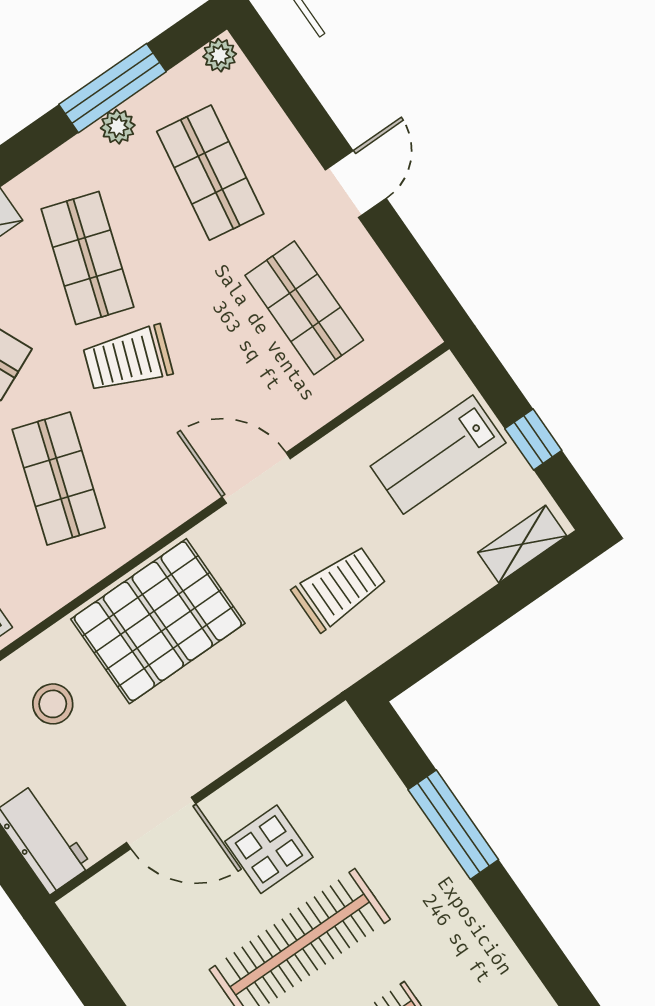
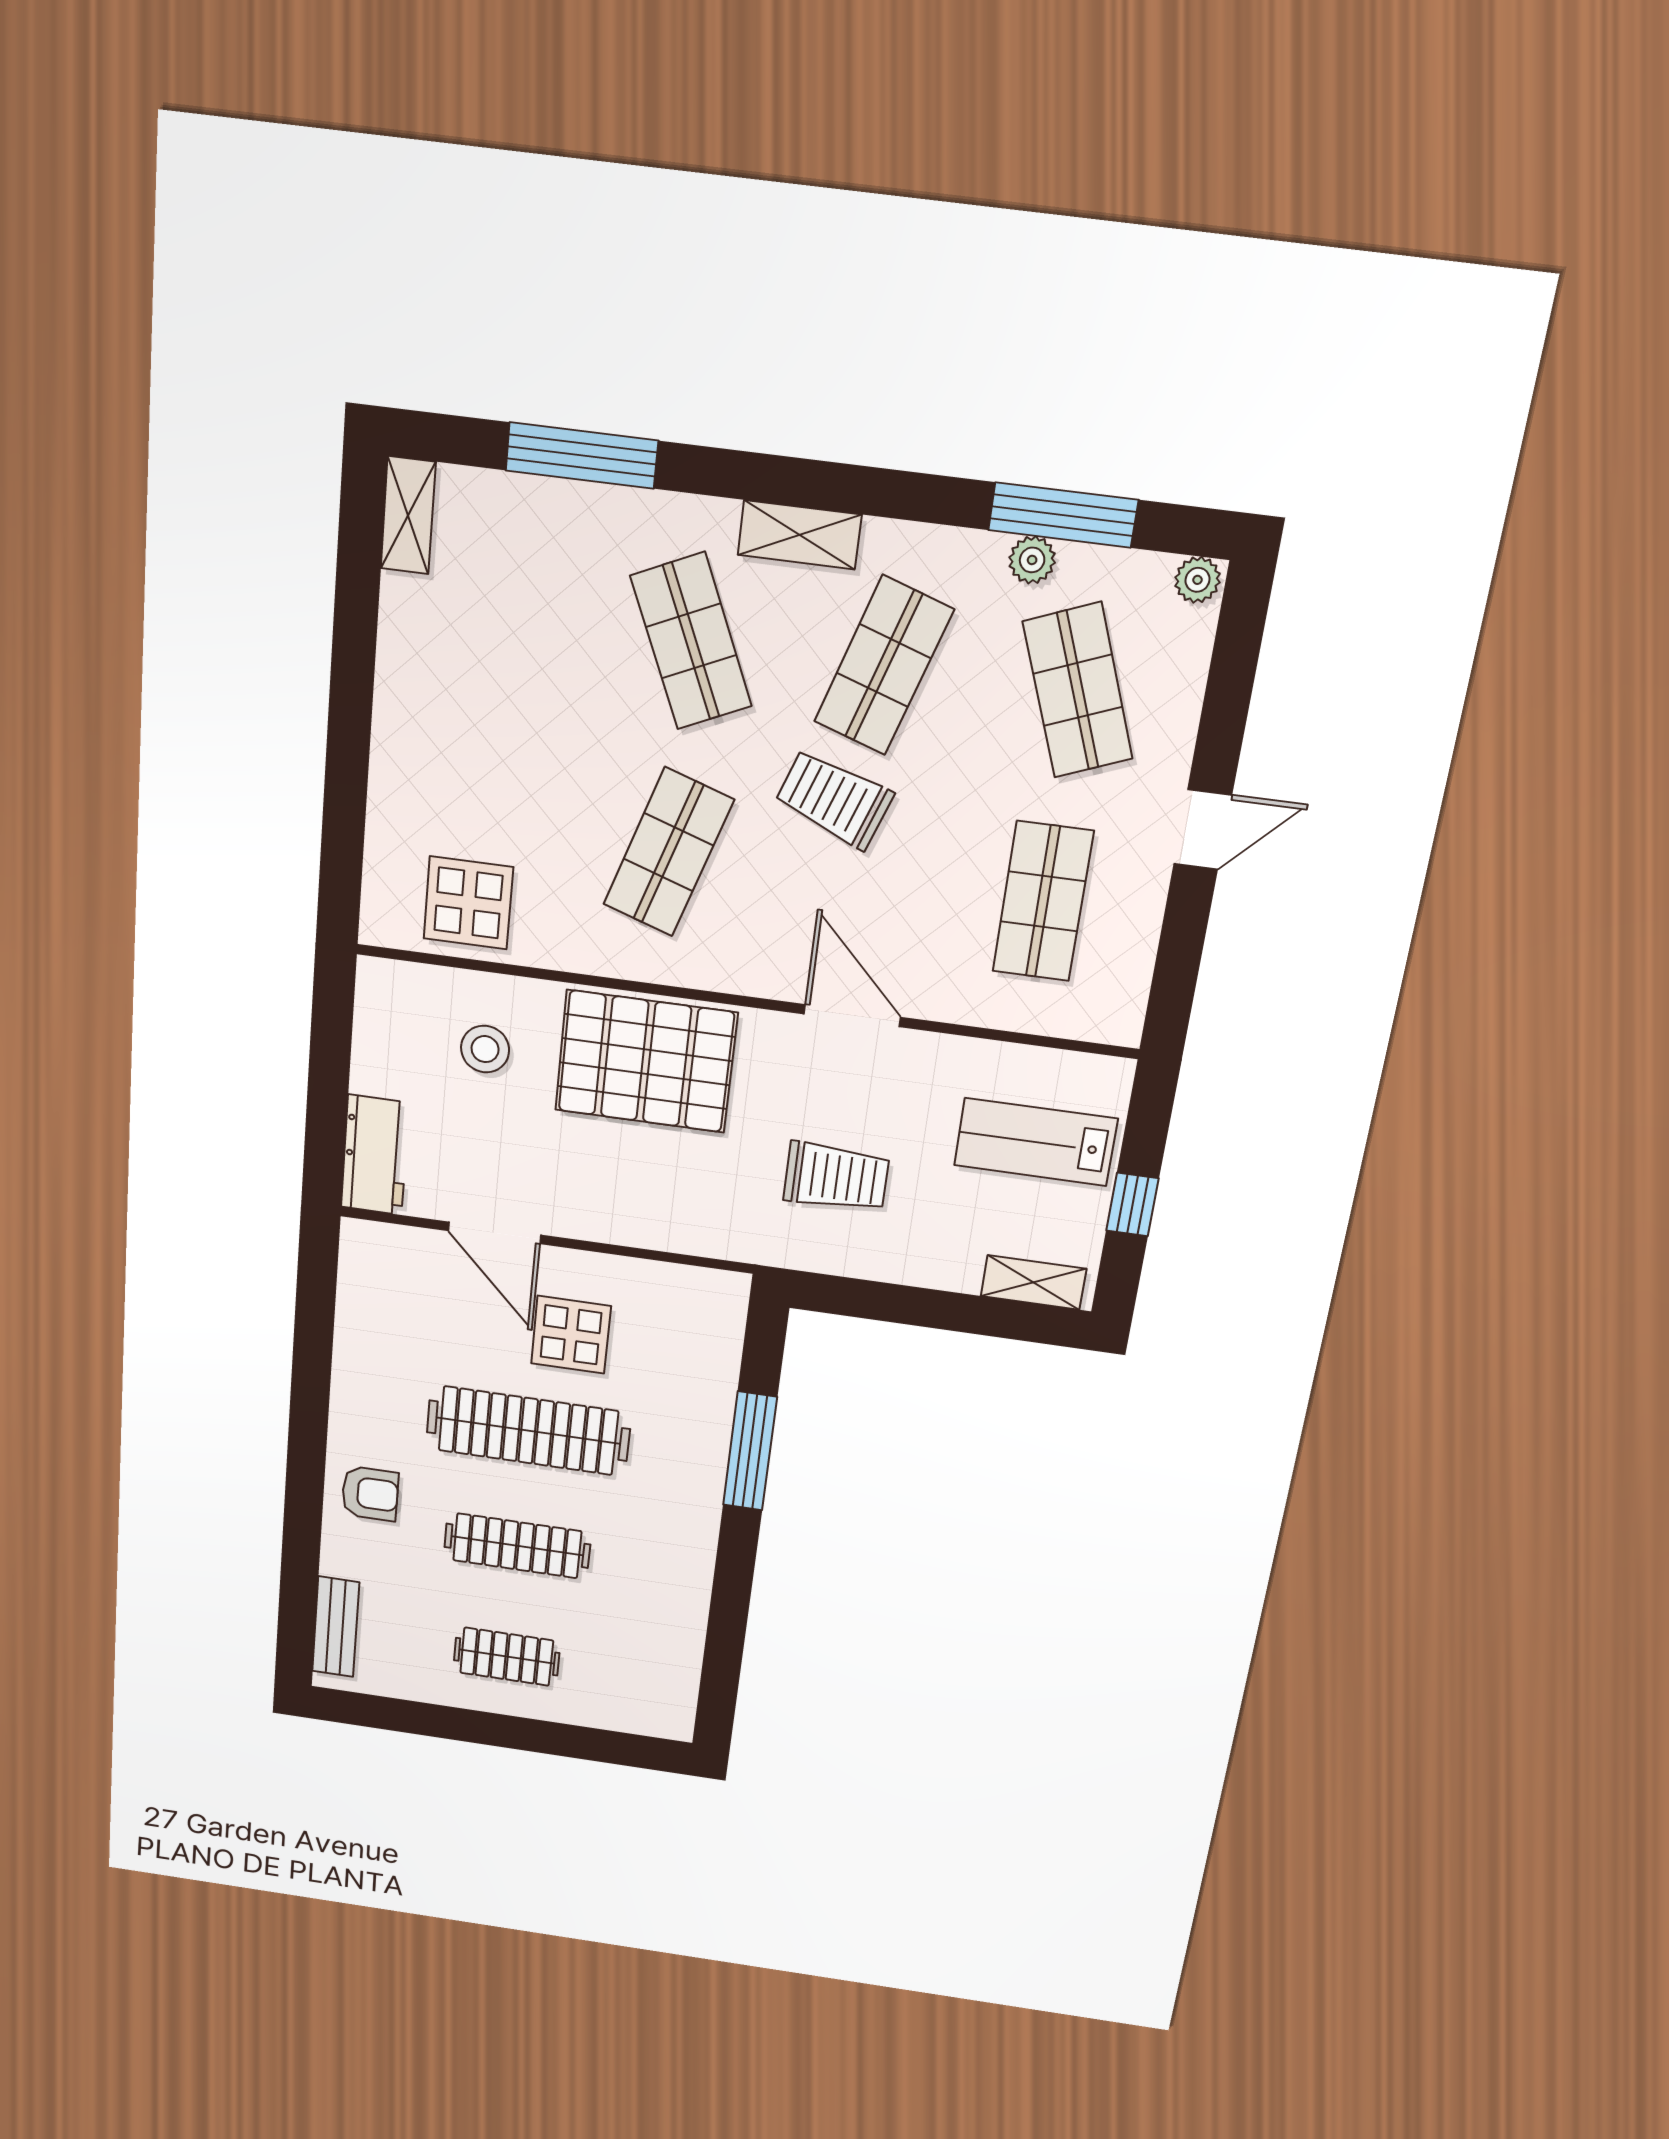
shop shelf: (210, 173) -> (1078, 690), turned -30

